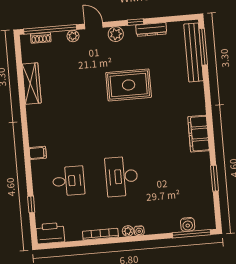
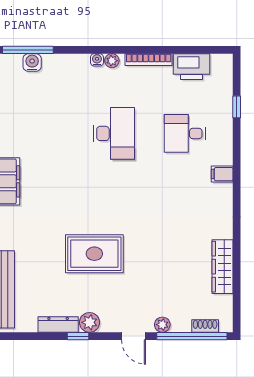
plant: (116, 34) -> (89, 322), moved
printer: (50, 233) -> (192, 67), moved

